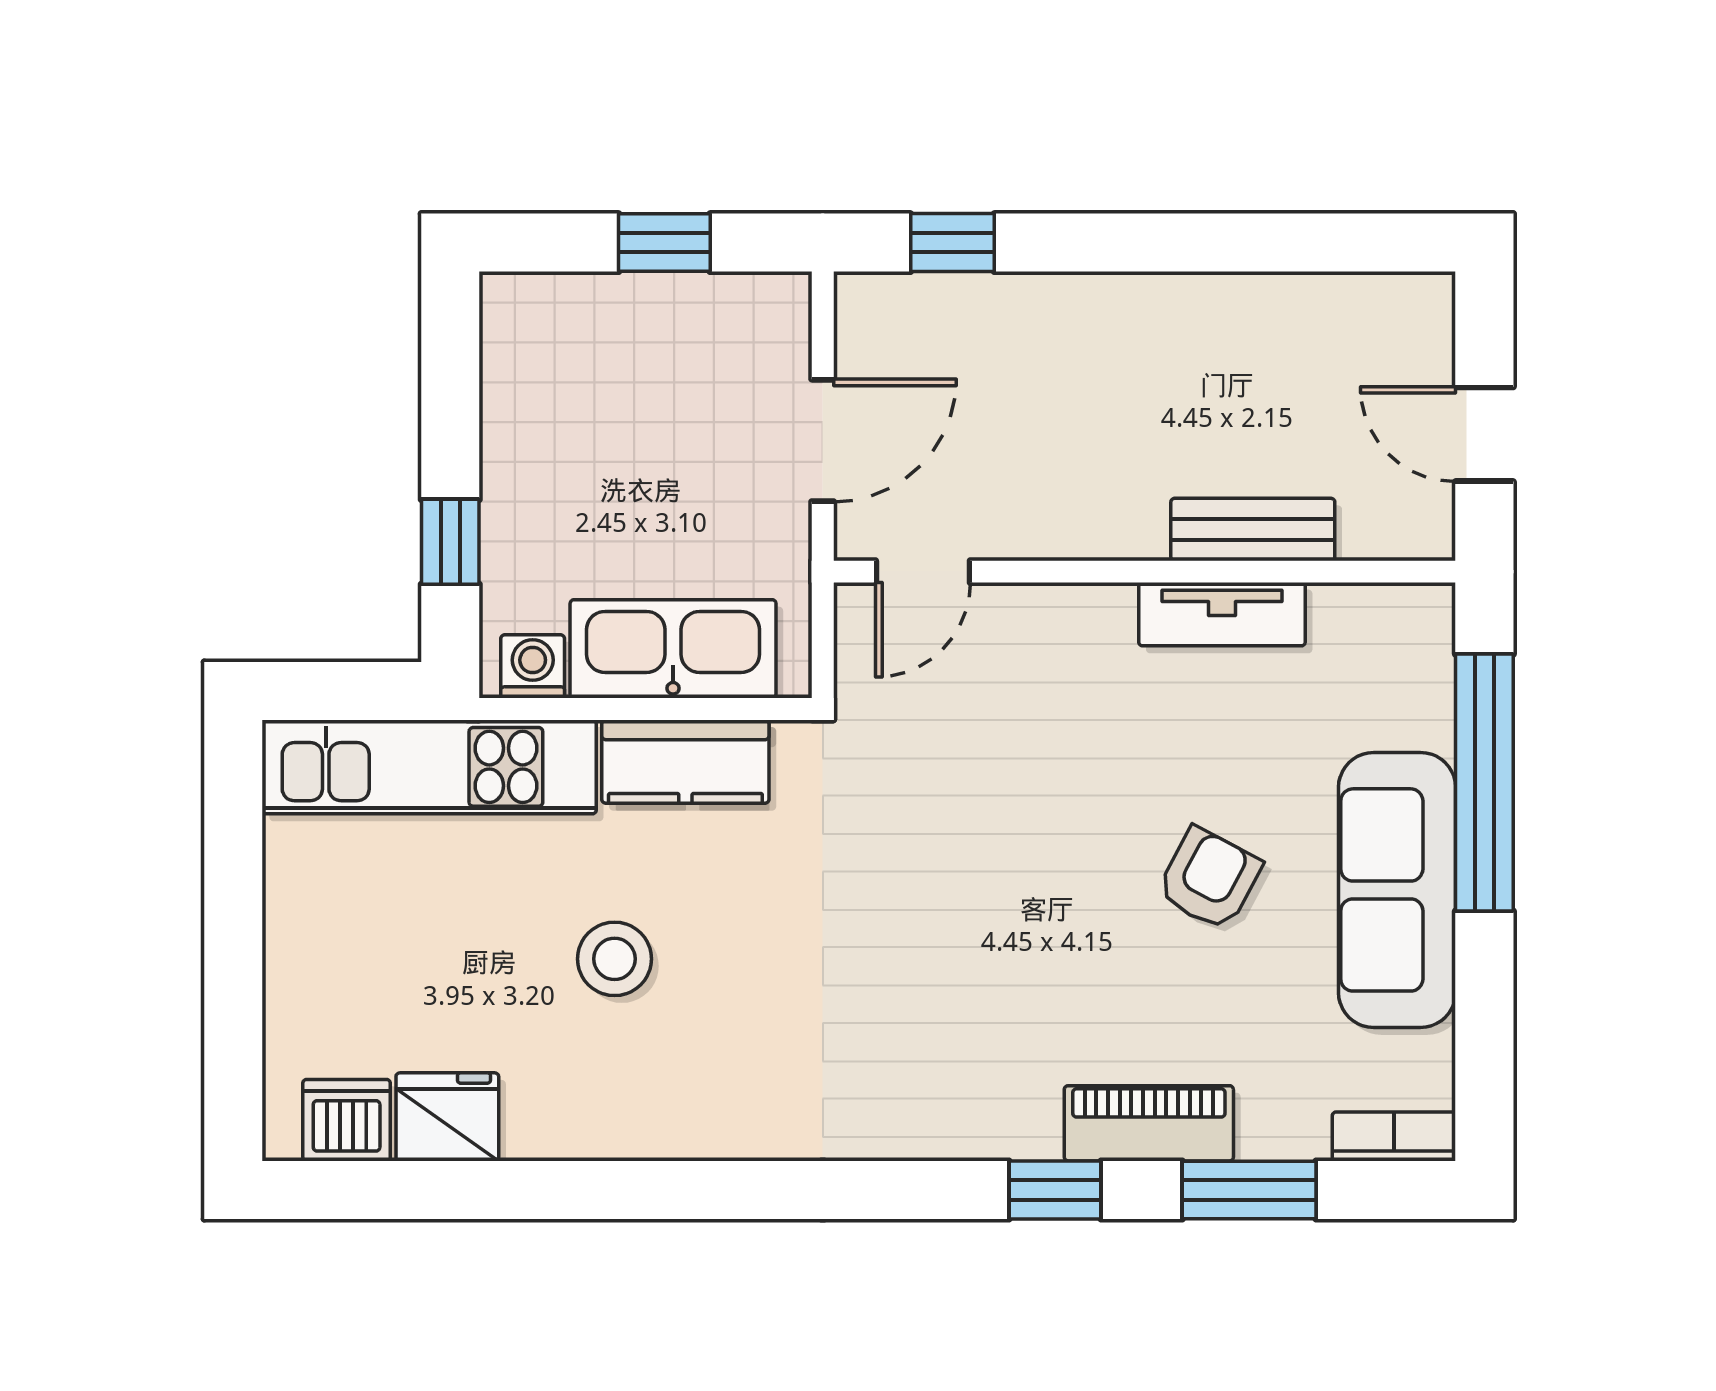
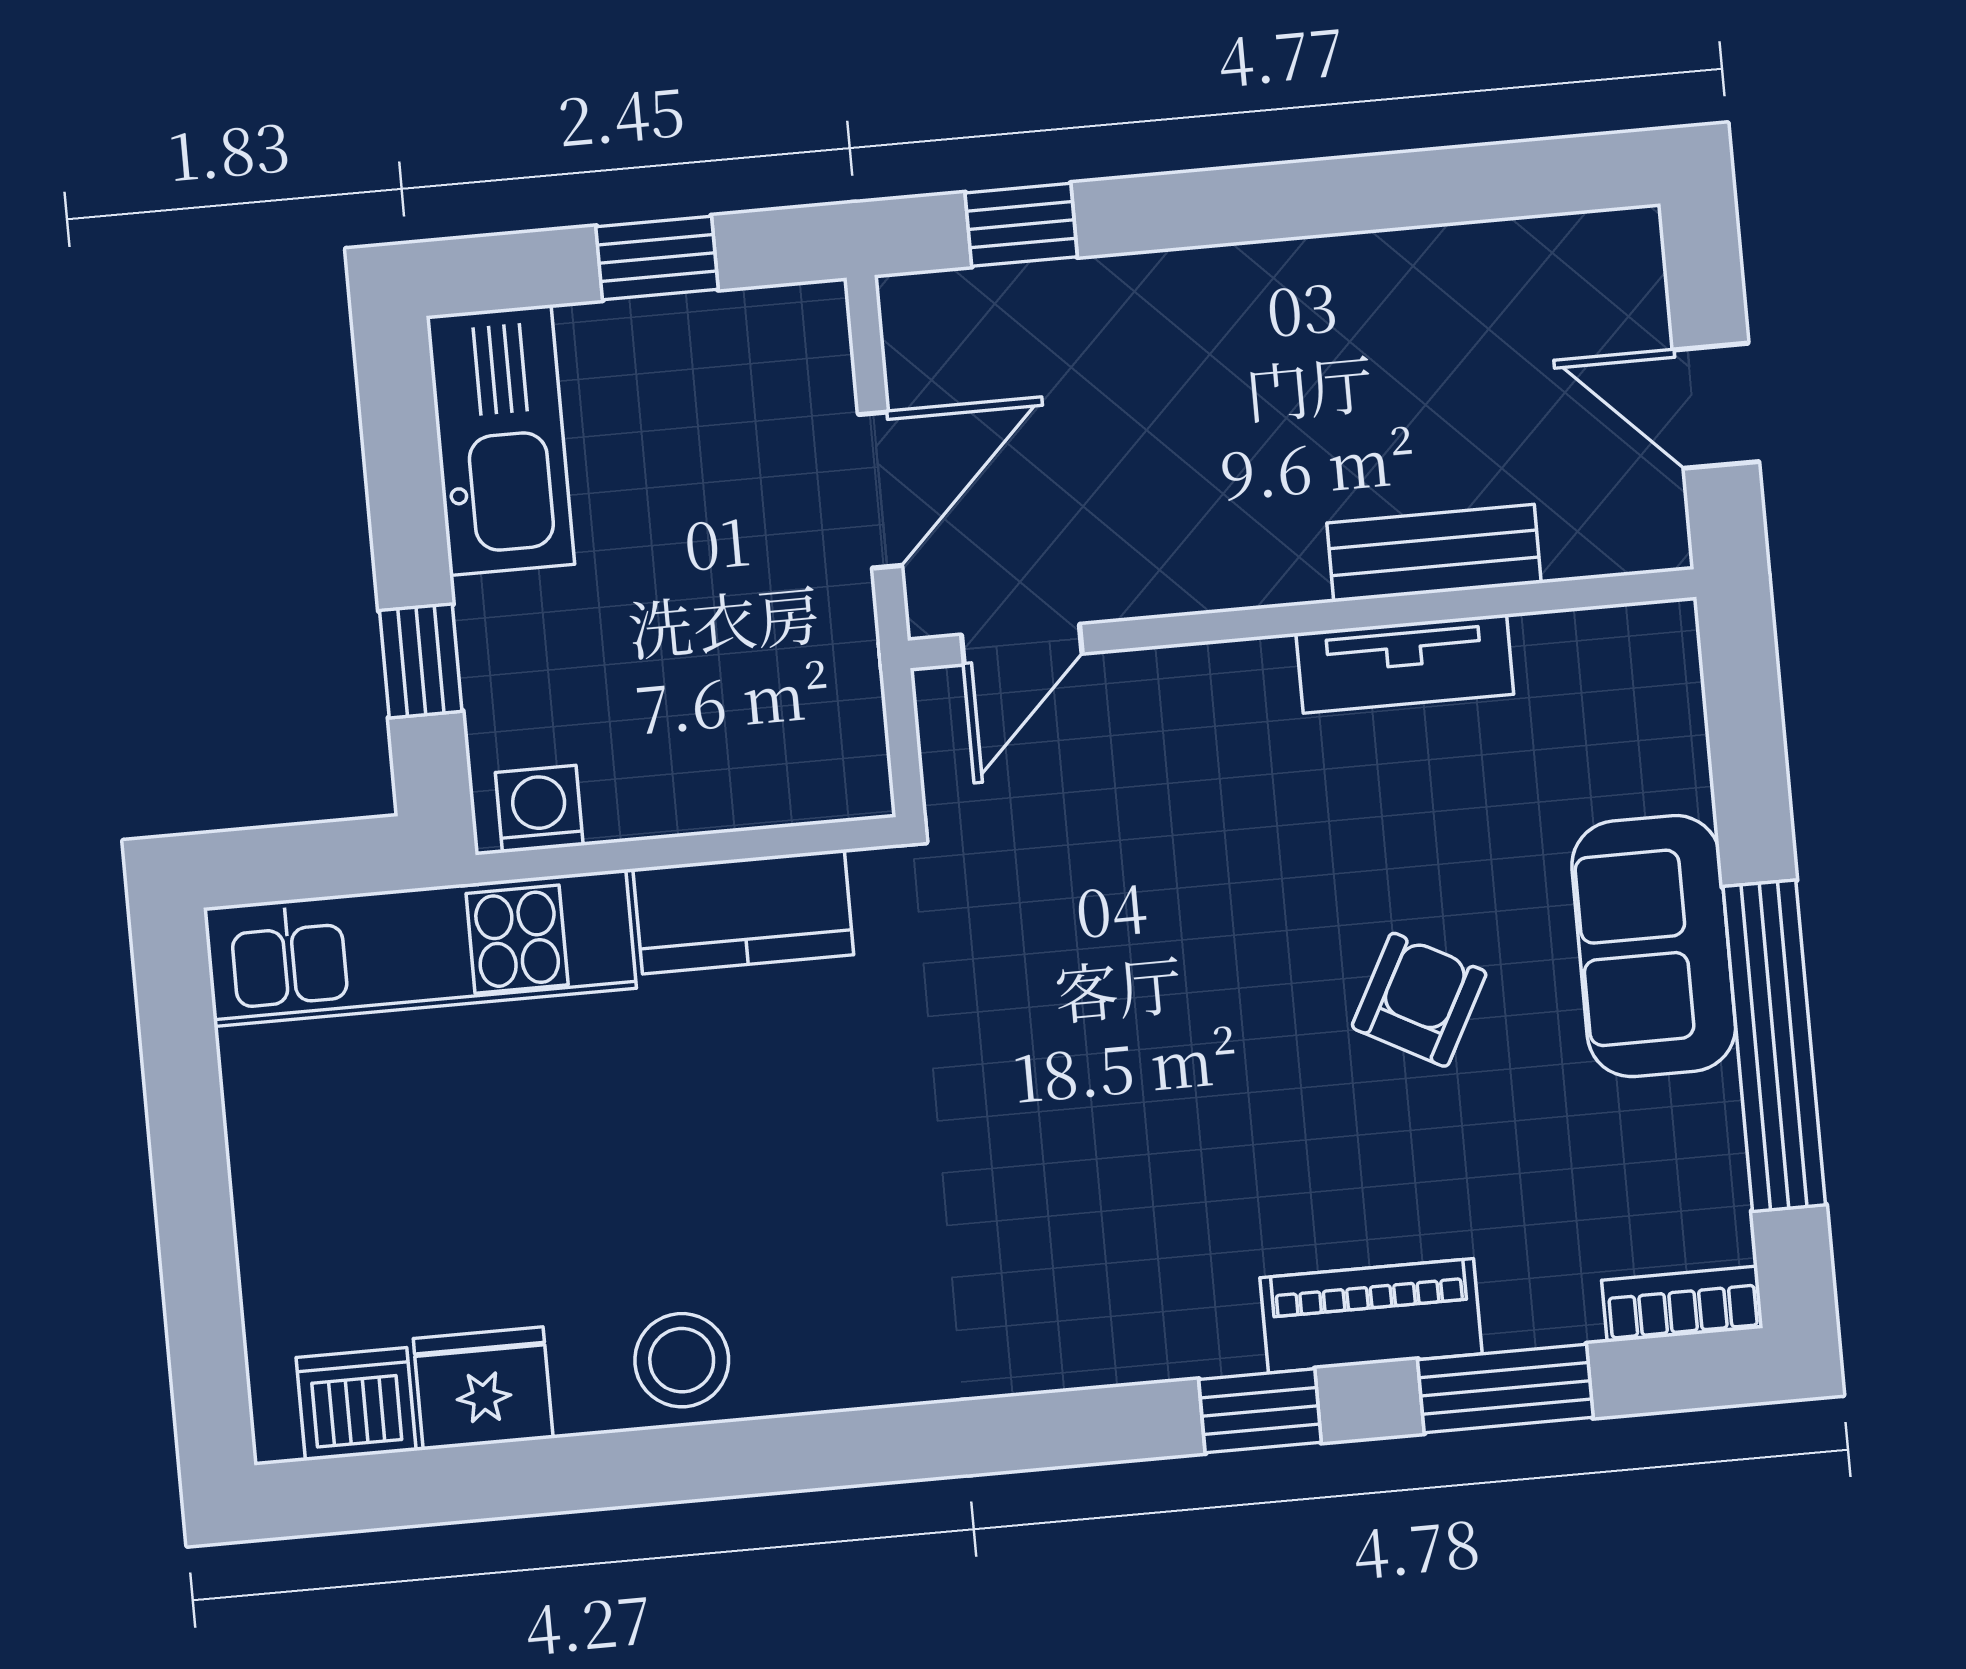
kitchen sink: (673, 649) -> (500, 440), moved, turned 90
window: (1484, 783) -> (1774, 1046), moved
sofa: (1397, 890) -> (1654, 946), width x0.73
stool: (615, 959) -> (682, 1360), moved

